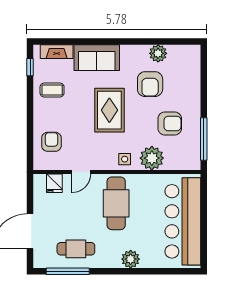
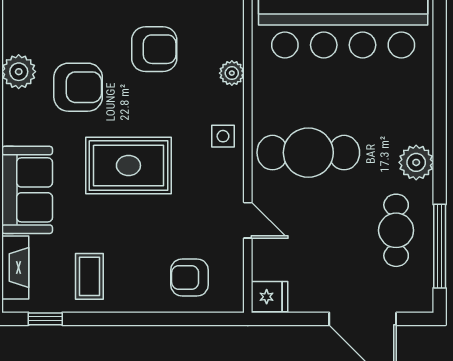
armchair: (170, 124) -> (154, 49), turned 90
plant: (152, 158) -> (232, 73), width x0.53, depth x0.53
fridge: (54, 183) -> (269, 297), moved
plant: (131, 259) -> (416, 162), moved

